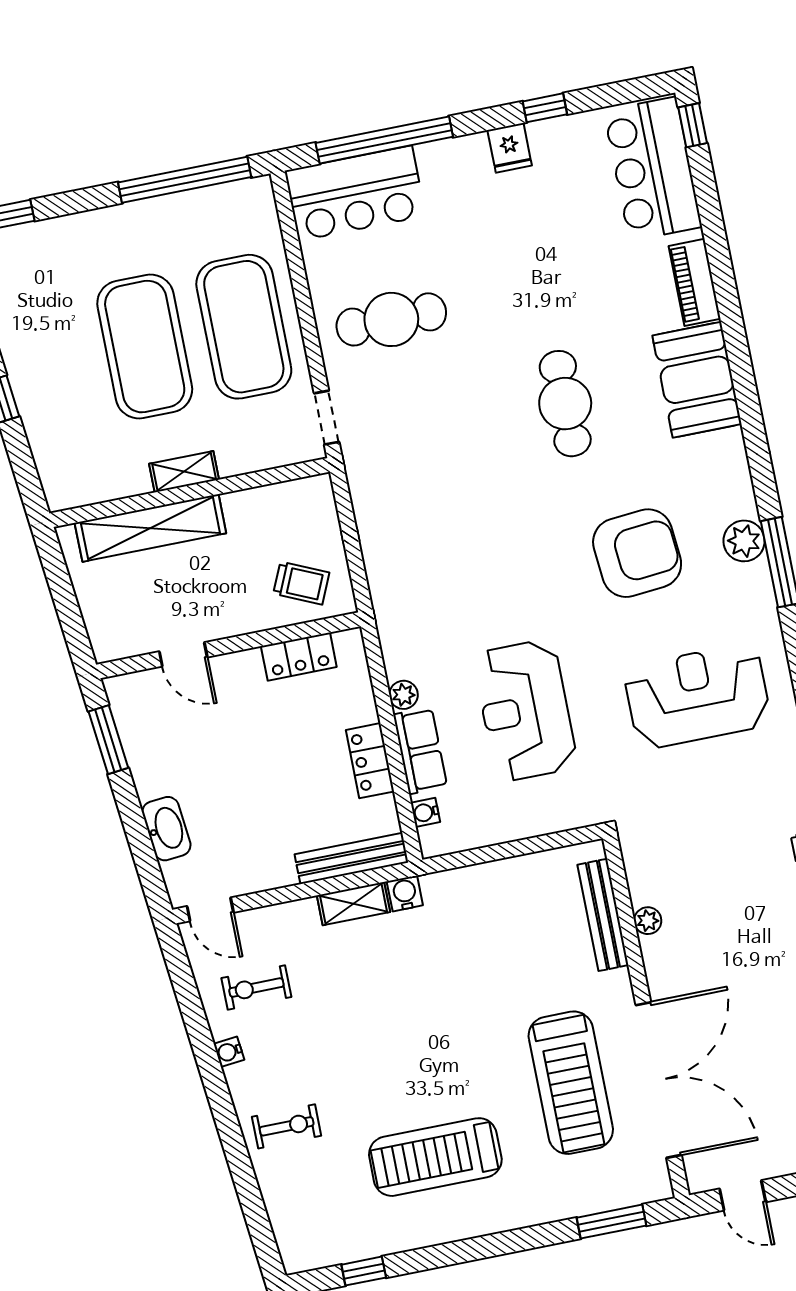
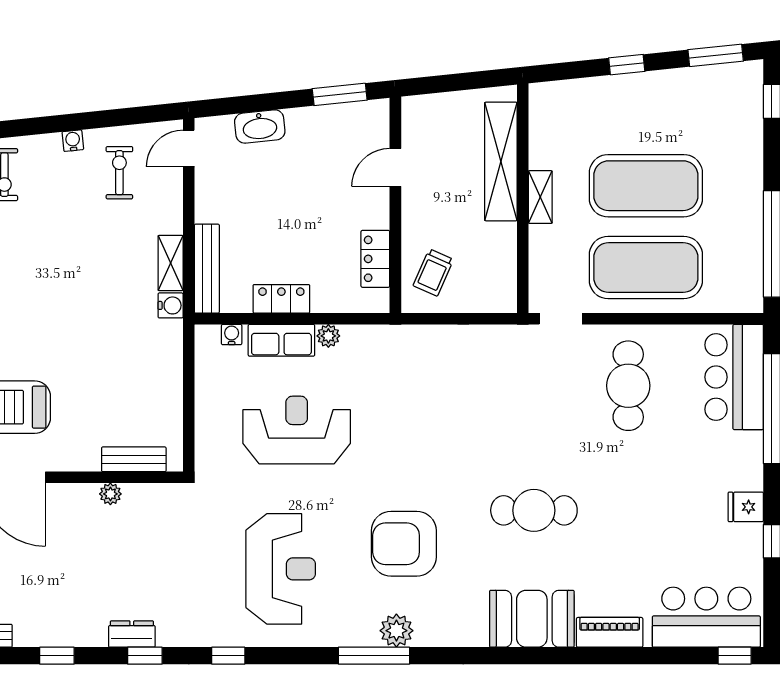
armchair: (637, 553) -> (404, 544), turned 95
bench: (603, 915) -> (134, 459), width x0.73

